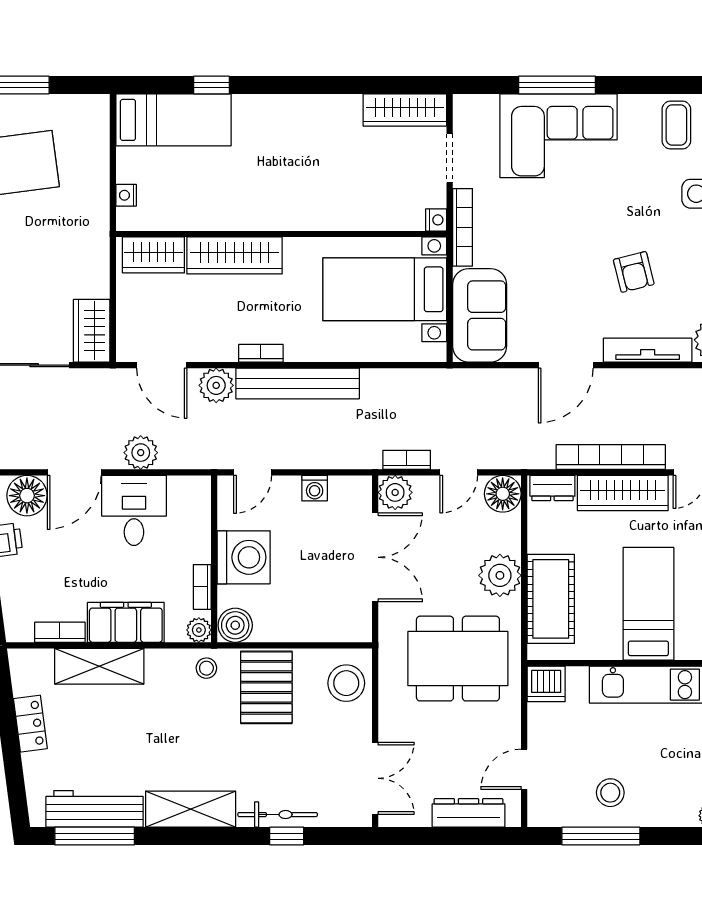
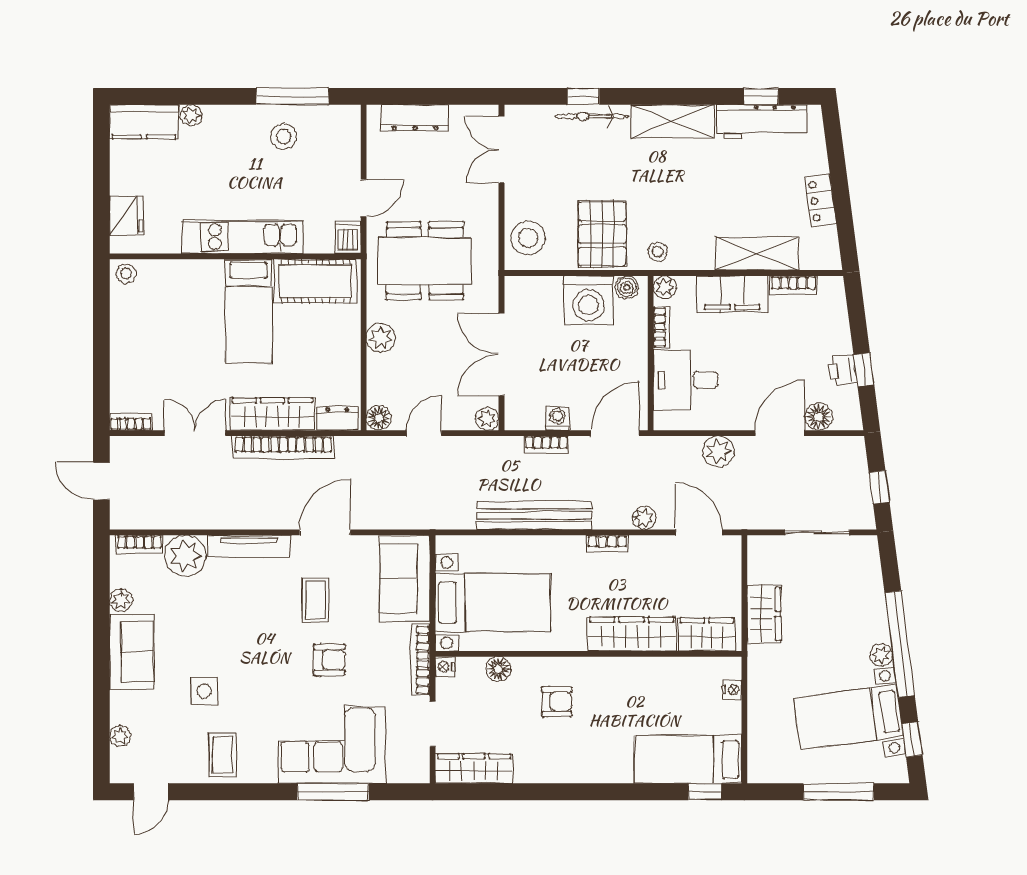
window: (212, 85) -> (705, 792), moved
armchair: (315, 182) -> (557, 702), added
floor lamp: (379, 218) -> (498, 669), added
armchair: (634, 272) -> (329, 660), moved, turned 104
coffee table: (576, 292) -> (316, 600), added
wardrobe: (92, 331) -> (764, 614), moved
bench: (298, 383) -> (534, 515), moved
plant: (216, 385) -> (644, 518), width x0.73, depth x0.73
bookcase: (407, 460) -> (546, 445), moved
door: (253, 472) -> (615, 433), width x1.38
plant: (395, 492) -> (487, 419), width x0.73, depth x0.73
floor lamp: (503, 494) -> (379, 418), width x0.73, depth x0.73
floor lamp: (27, 496) -> (819, 417), width x0.73, depth x0.73
desk: (134, 510) -> (686, 380), moved, turned 90
washing machine: (244, 557) -> (588, 300), moved, turned -90
plant: (500, 575) -> (381, 338), width x0.73, depth x0.73
cot: (551, 599) -> (315, 281), moved, turned 90
boiler: (235, 625) -> (627, 287), width x0.73, depth x0.73
dishwasher: (546, 684) -> (348, 237), width x0.73
door: (524, 769) -> (364, 198), moved
window: (95, 836) -> (761, 96), width x0.46

